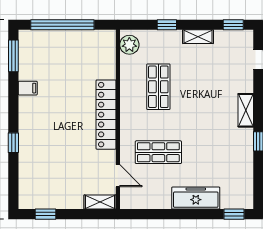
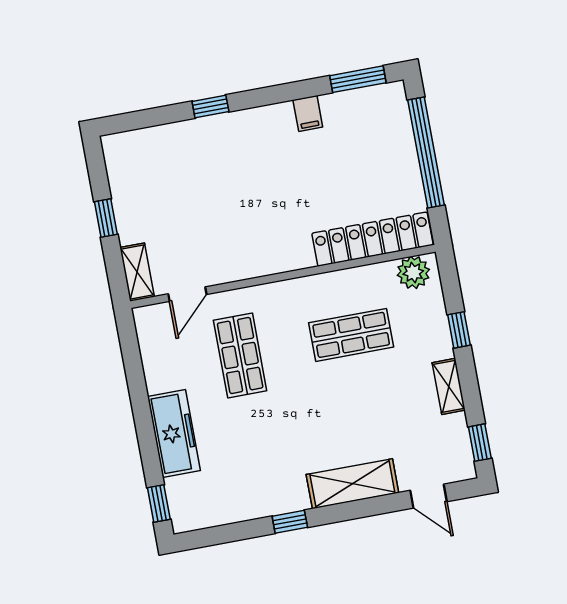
shelving: (246, 110) -> (352, 484), width x1.50, depth x1.33
locker: (106, 115) -> (372, 239), moved
window: (45, 214) -> (106, 218), moved

